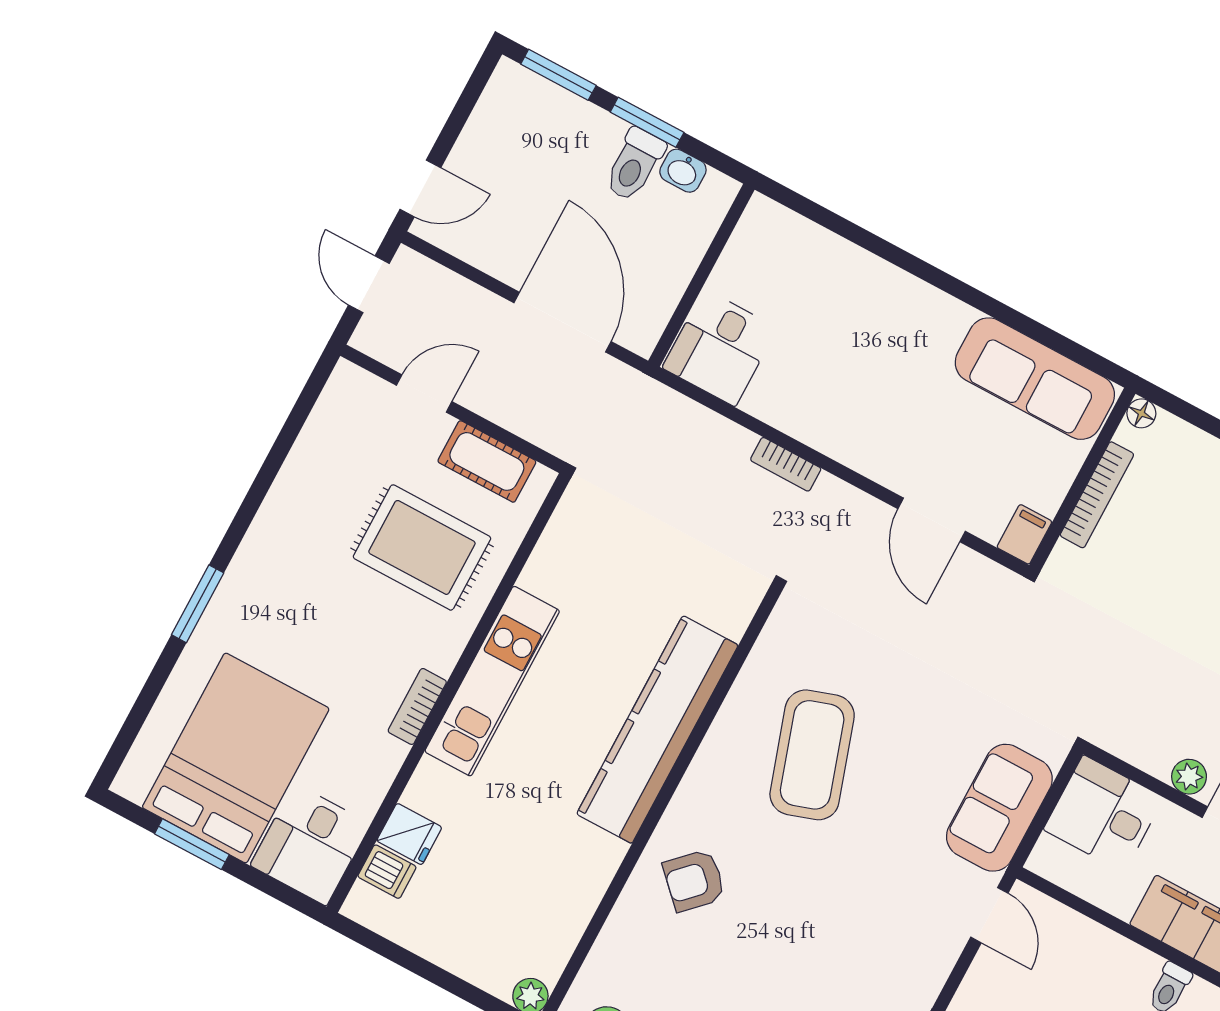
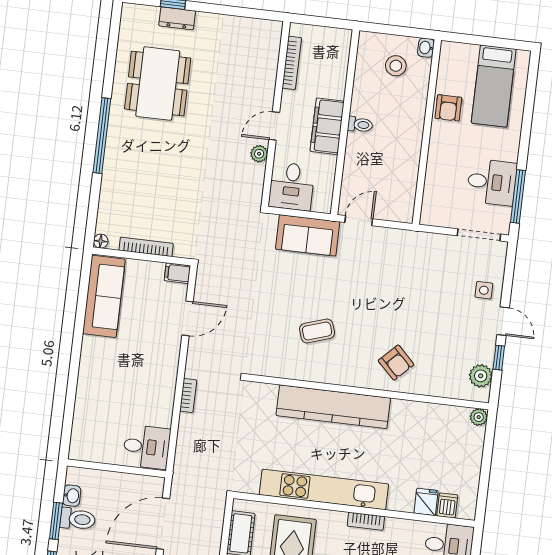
kitchen unit: (492, 681) -> (324, 489), width x1.36
coffee table: (812, 755) -> (317, 331), width x0.54, depth x0.58

